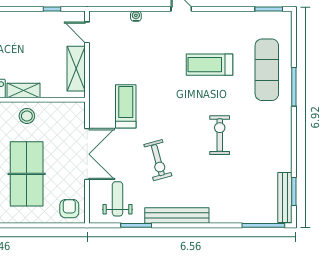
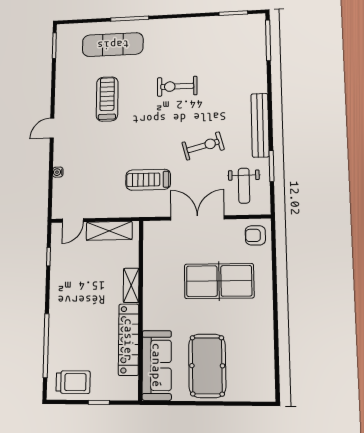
treadmill: (209, 65) -> (107, 99), turned 180
stool: (27, 116) -> (158, 281), removed
bench: (285, 197) -> (239, 21), removed
weight bench: (117, 199) -> (244, 186), turned -90

